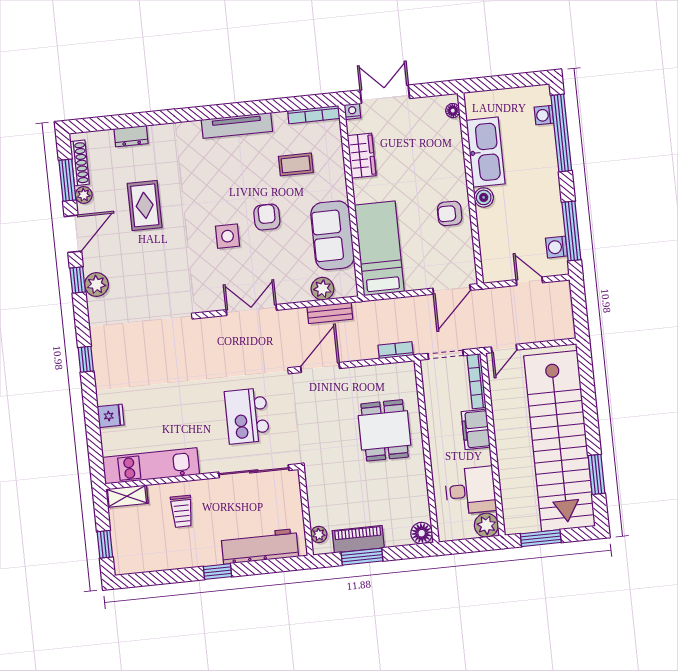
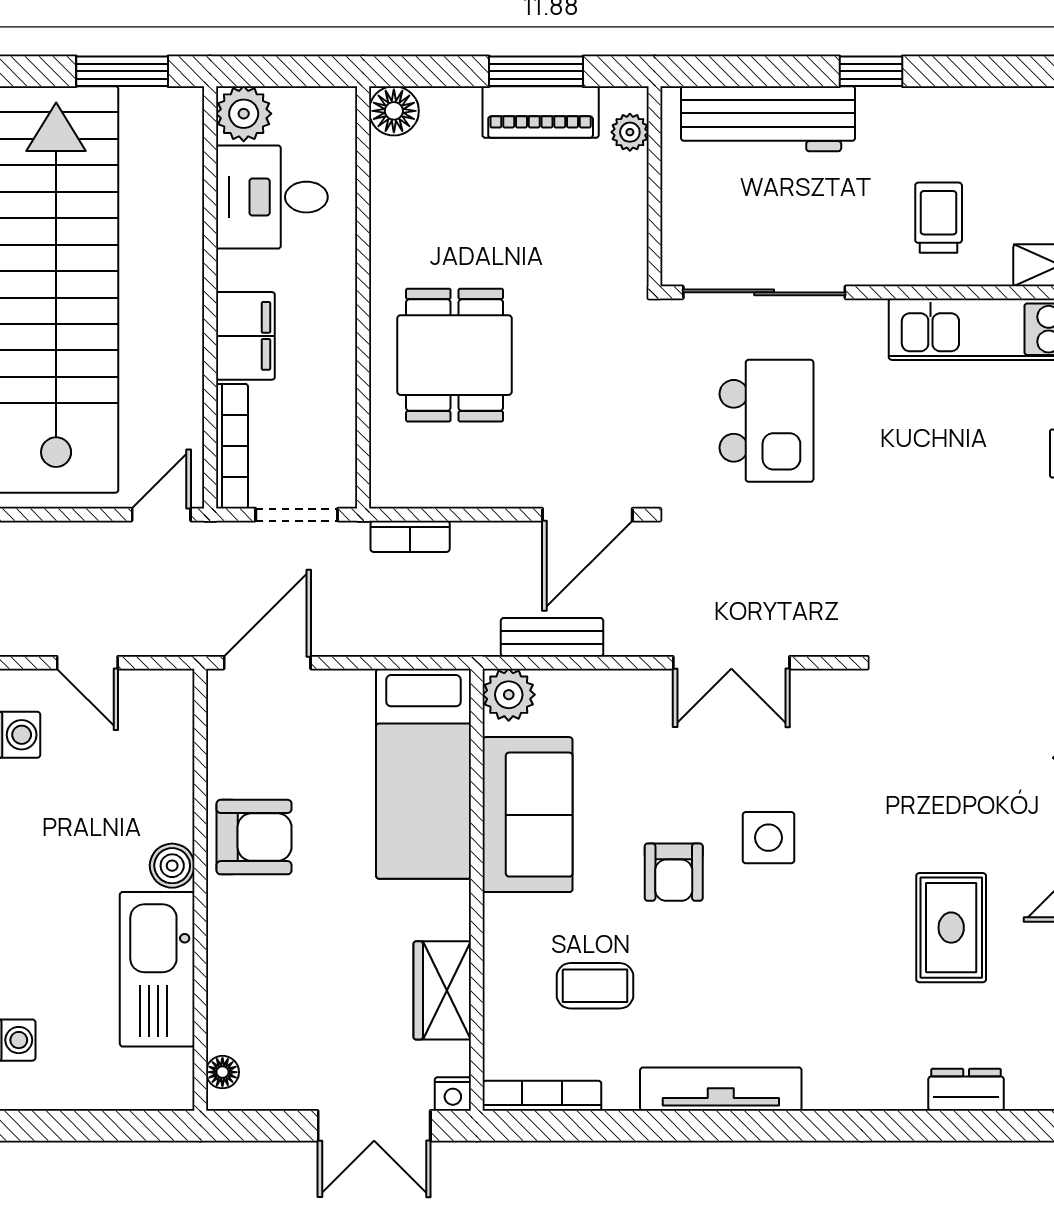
armchair: (450, 213) -> (254, 837), width x1.38, depth x1.38
plant: (322, 289) -> (509, 695), moved

